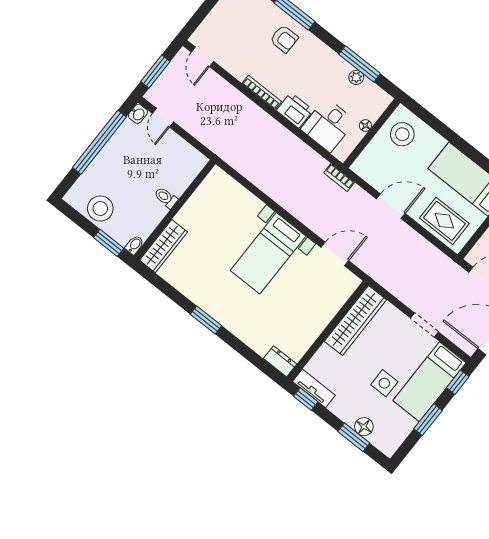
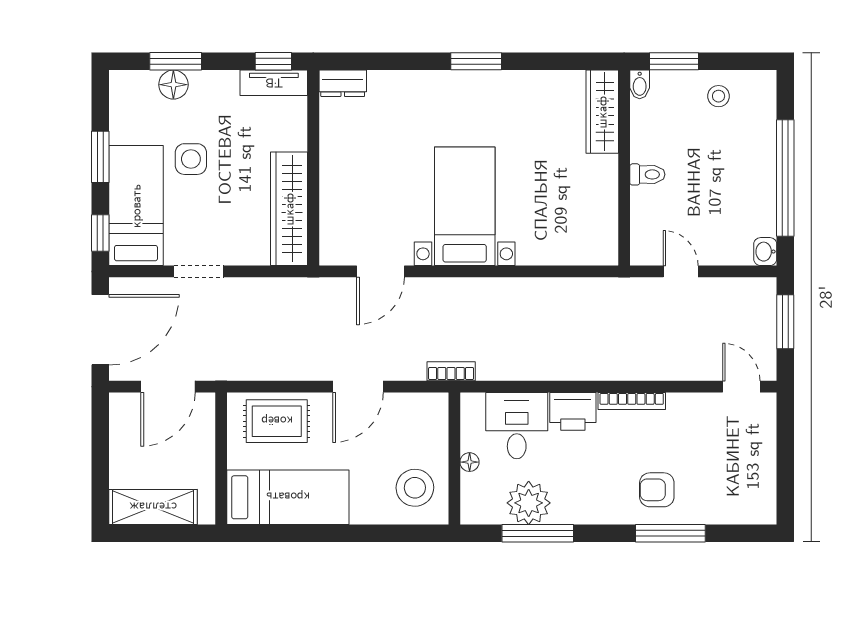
plant: (356, 77) -> (529, 503), width x1.87, depth x1.87
door: (163, 118) -> (681, 271), moved
stool: (100, 208) -> (719, 96), width x0.53, depth x0.53

